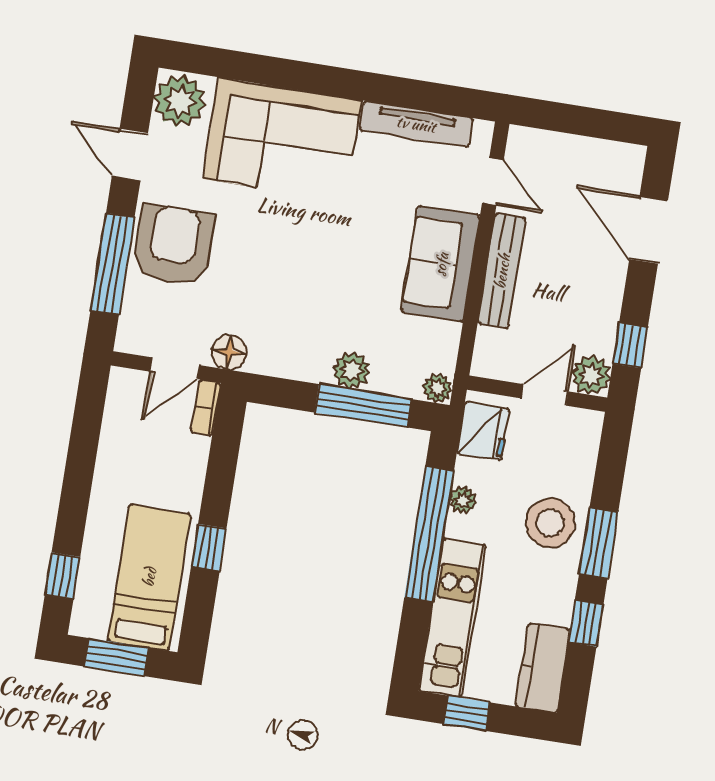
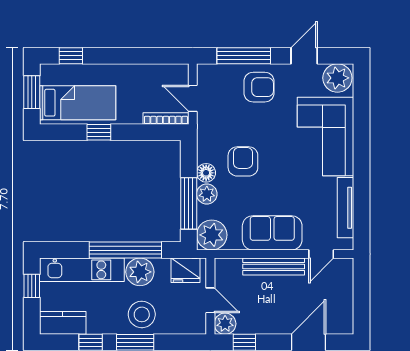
armchair: (174, 245) -> (259, 87), width x0.73, depth x0.73
armchair: (303, 296) -> (243, 161), added
floor lamp: (229, 352) -> (206, 173), moved
plant: (438, 388) -> (212, 235), width x1.88, depth x1.88
bookcase: (206, 408) -> (166, 119), width x1.56
plant: (463, 500) -> (140, 272), width x1.88, depth x1.88

